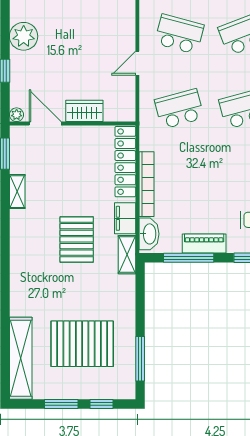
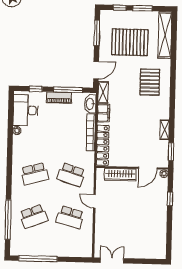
plant: (24, 36) -> (159, 218), removed
door: (137, 63) -> (94, 201), swing flipped
school desk: (179, 109) -> (71, 175), turned 33
wardrobe: (84, 111) -> (120, 175), width x1.50
door: (45, 124) -> (148, 168), hinge flipped
pallet: (77, 239) -> (150, 82), moved
door: (140, 293) -> (96, 70), added

